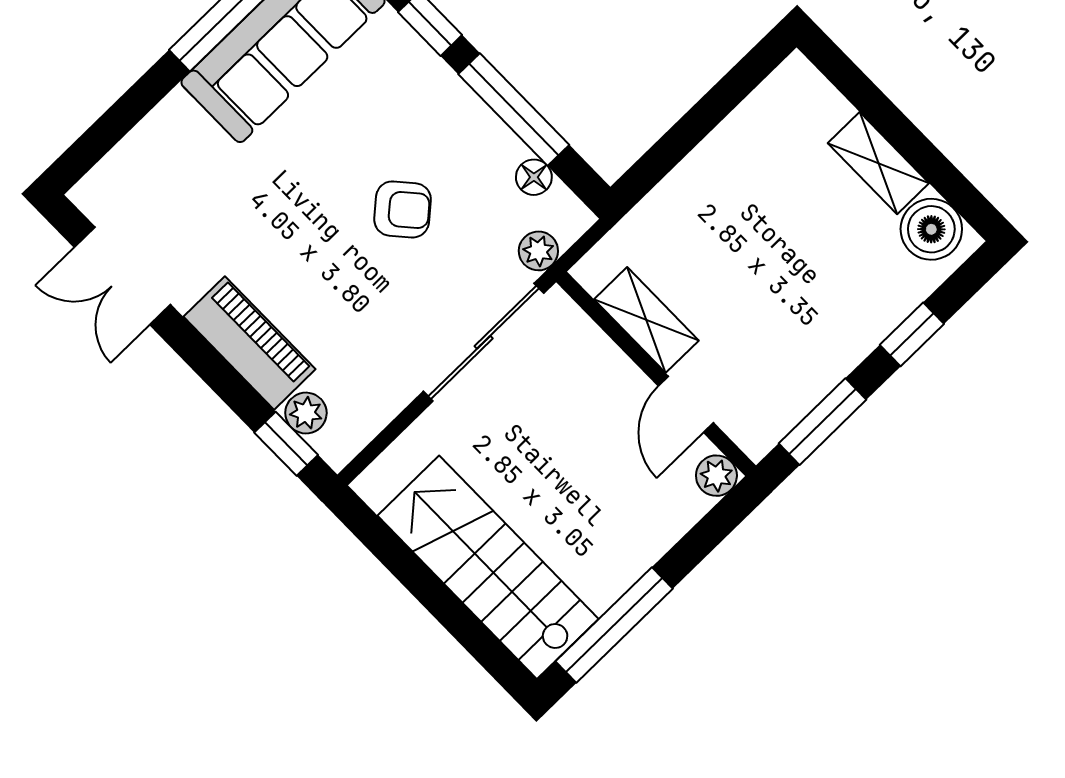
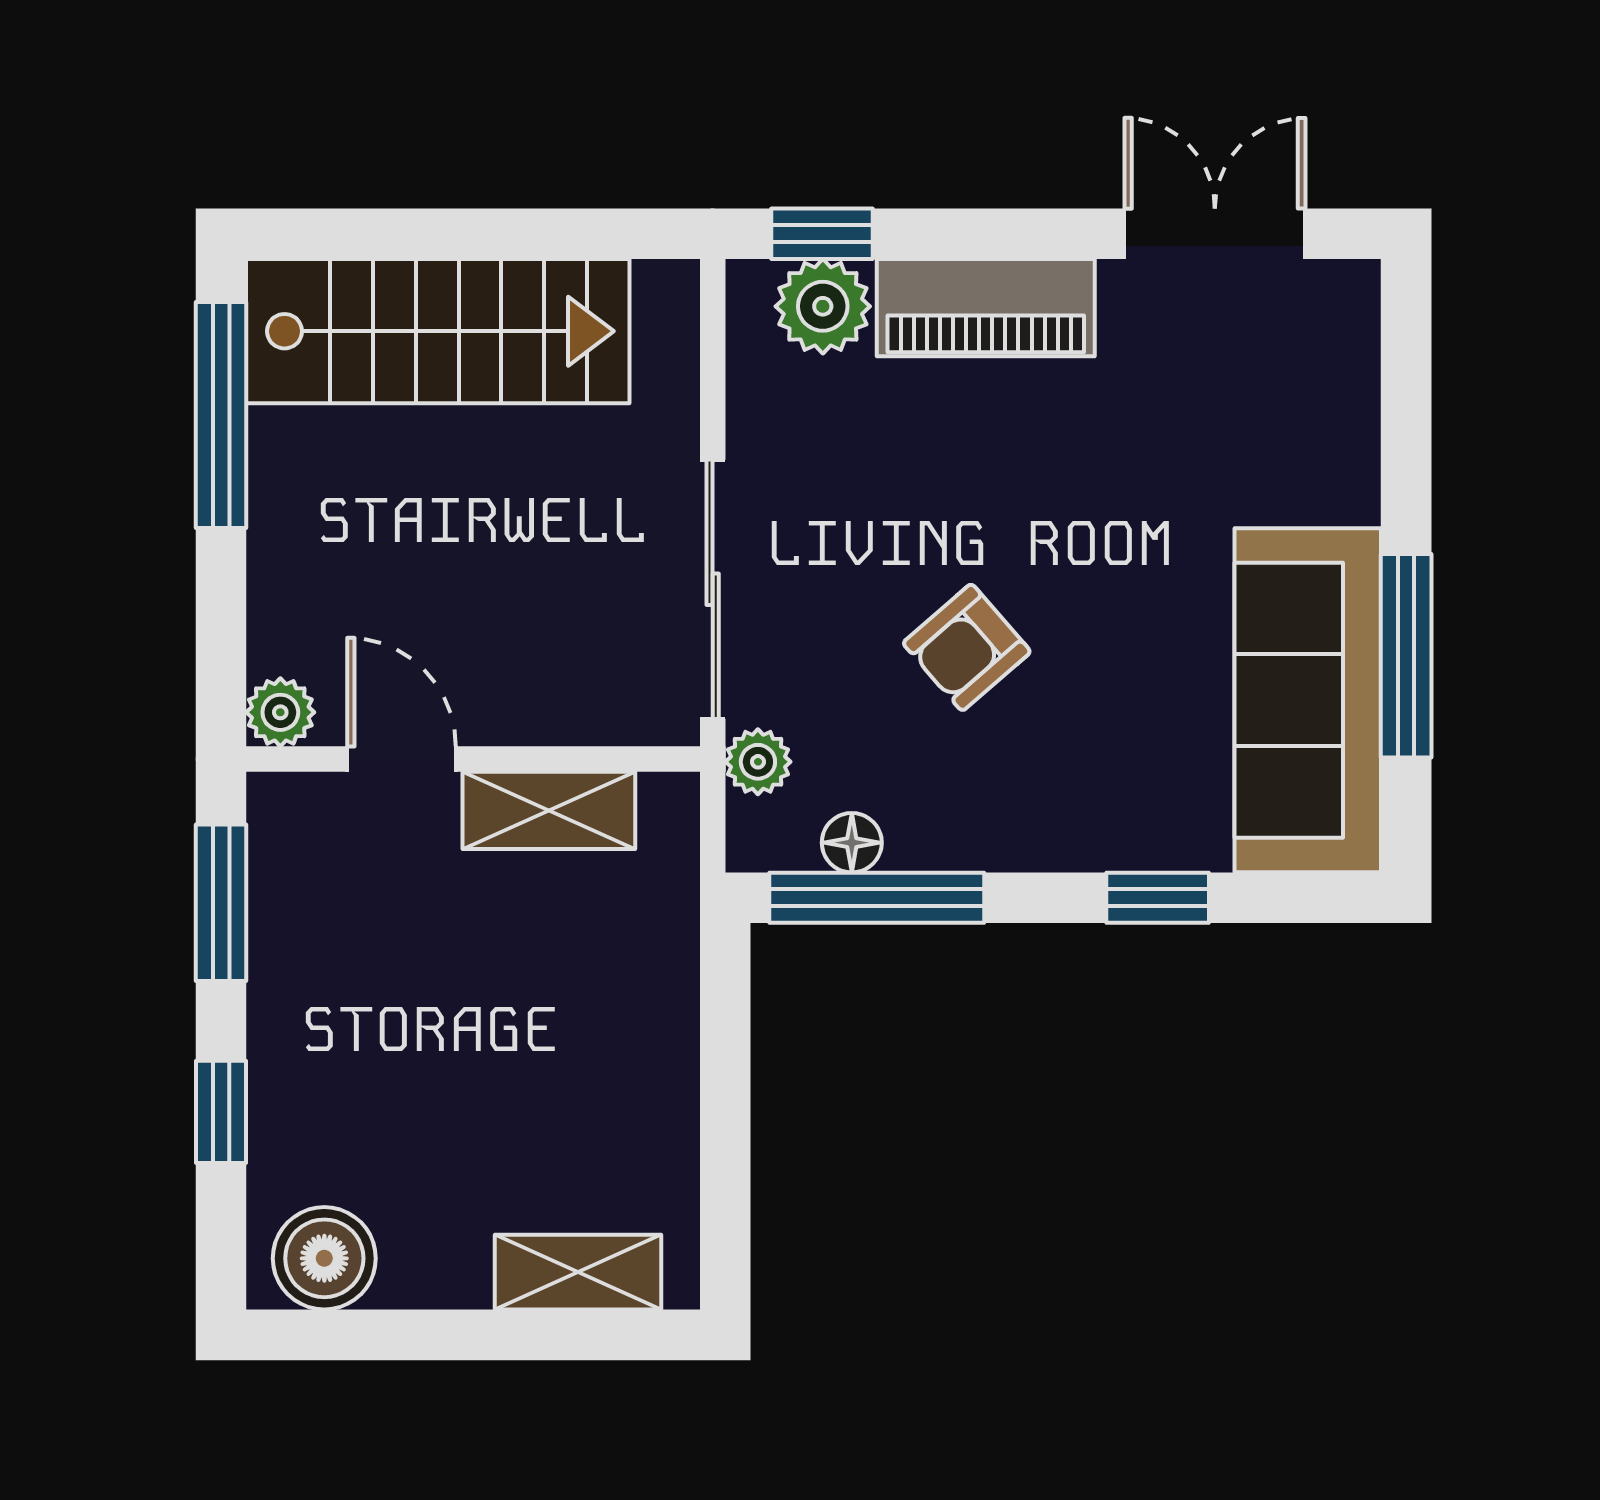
window: (514, 110) -> (877, 898), moved
shelving: (878, 163) -> (578, 1272), moved
plant: (306, 413) -> (823, 306), width x1.38, depth x1.38

